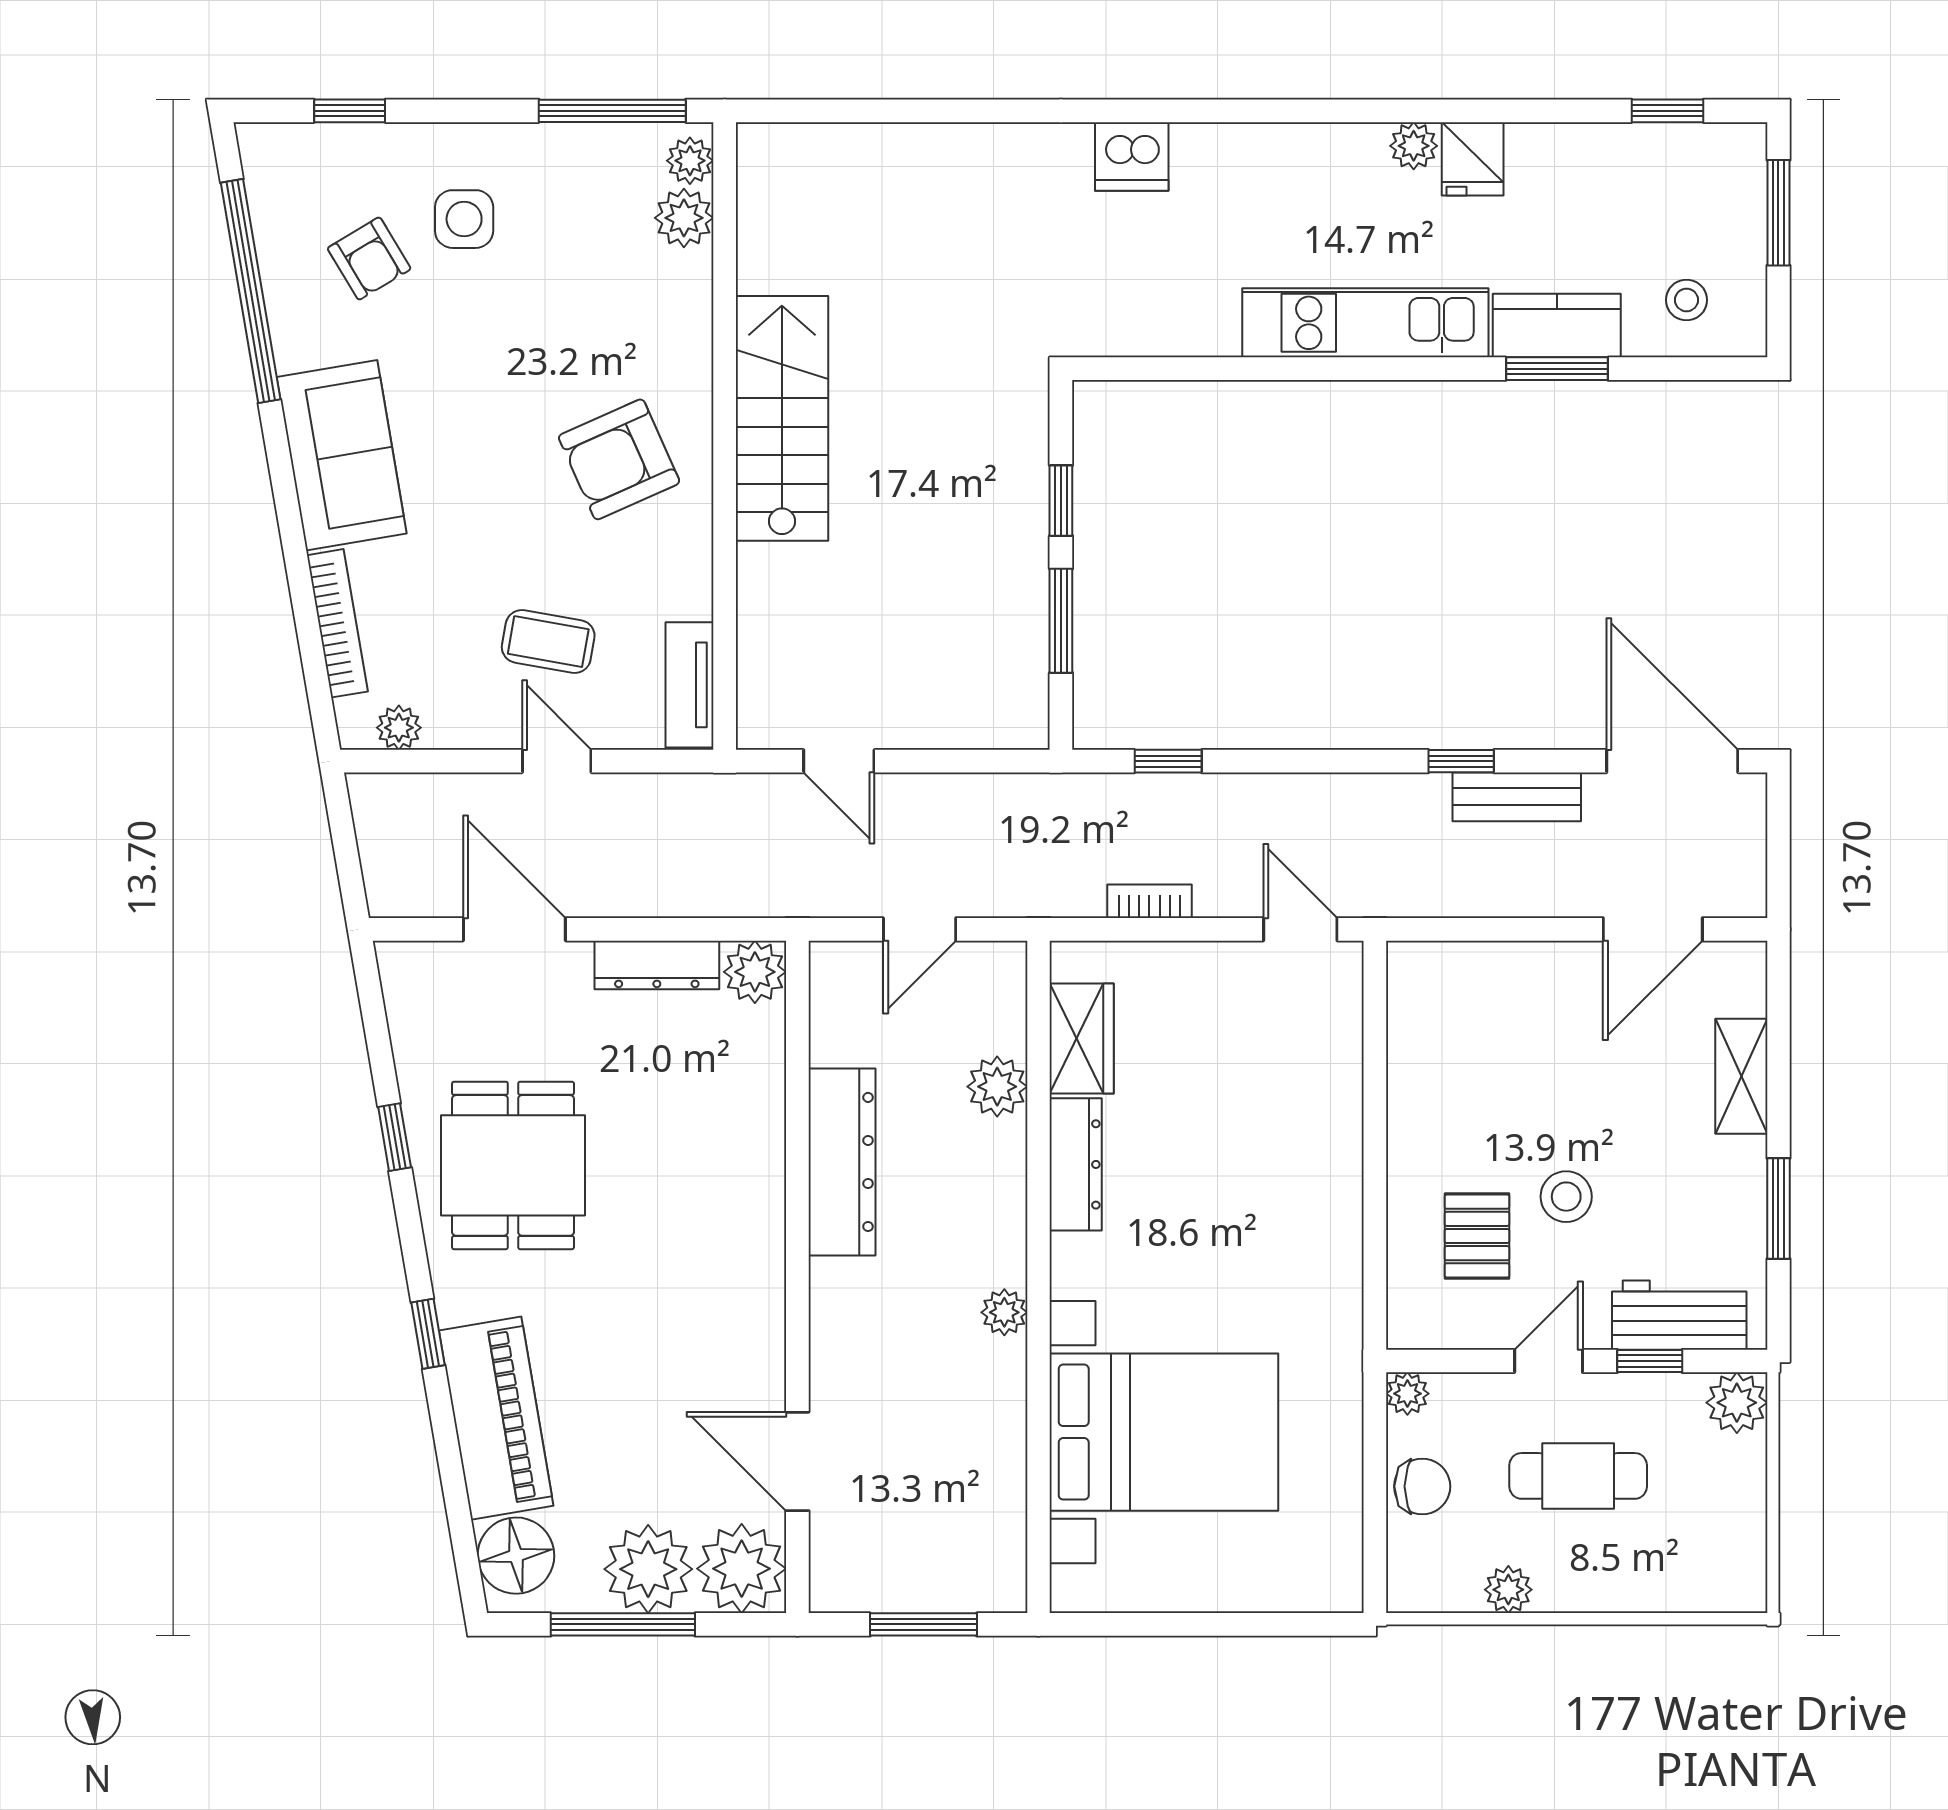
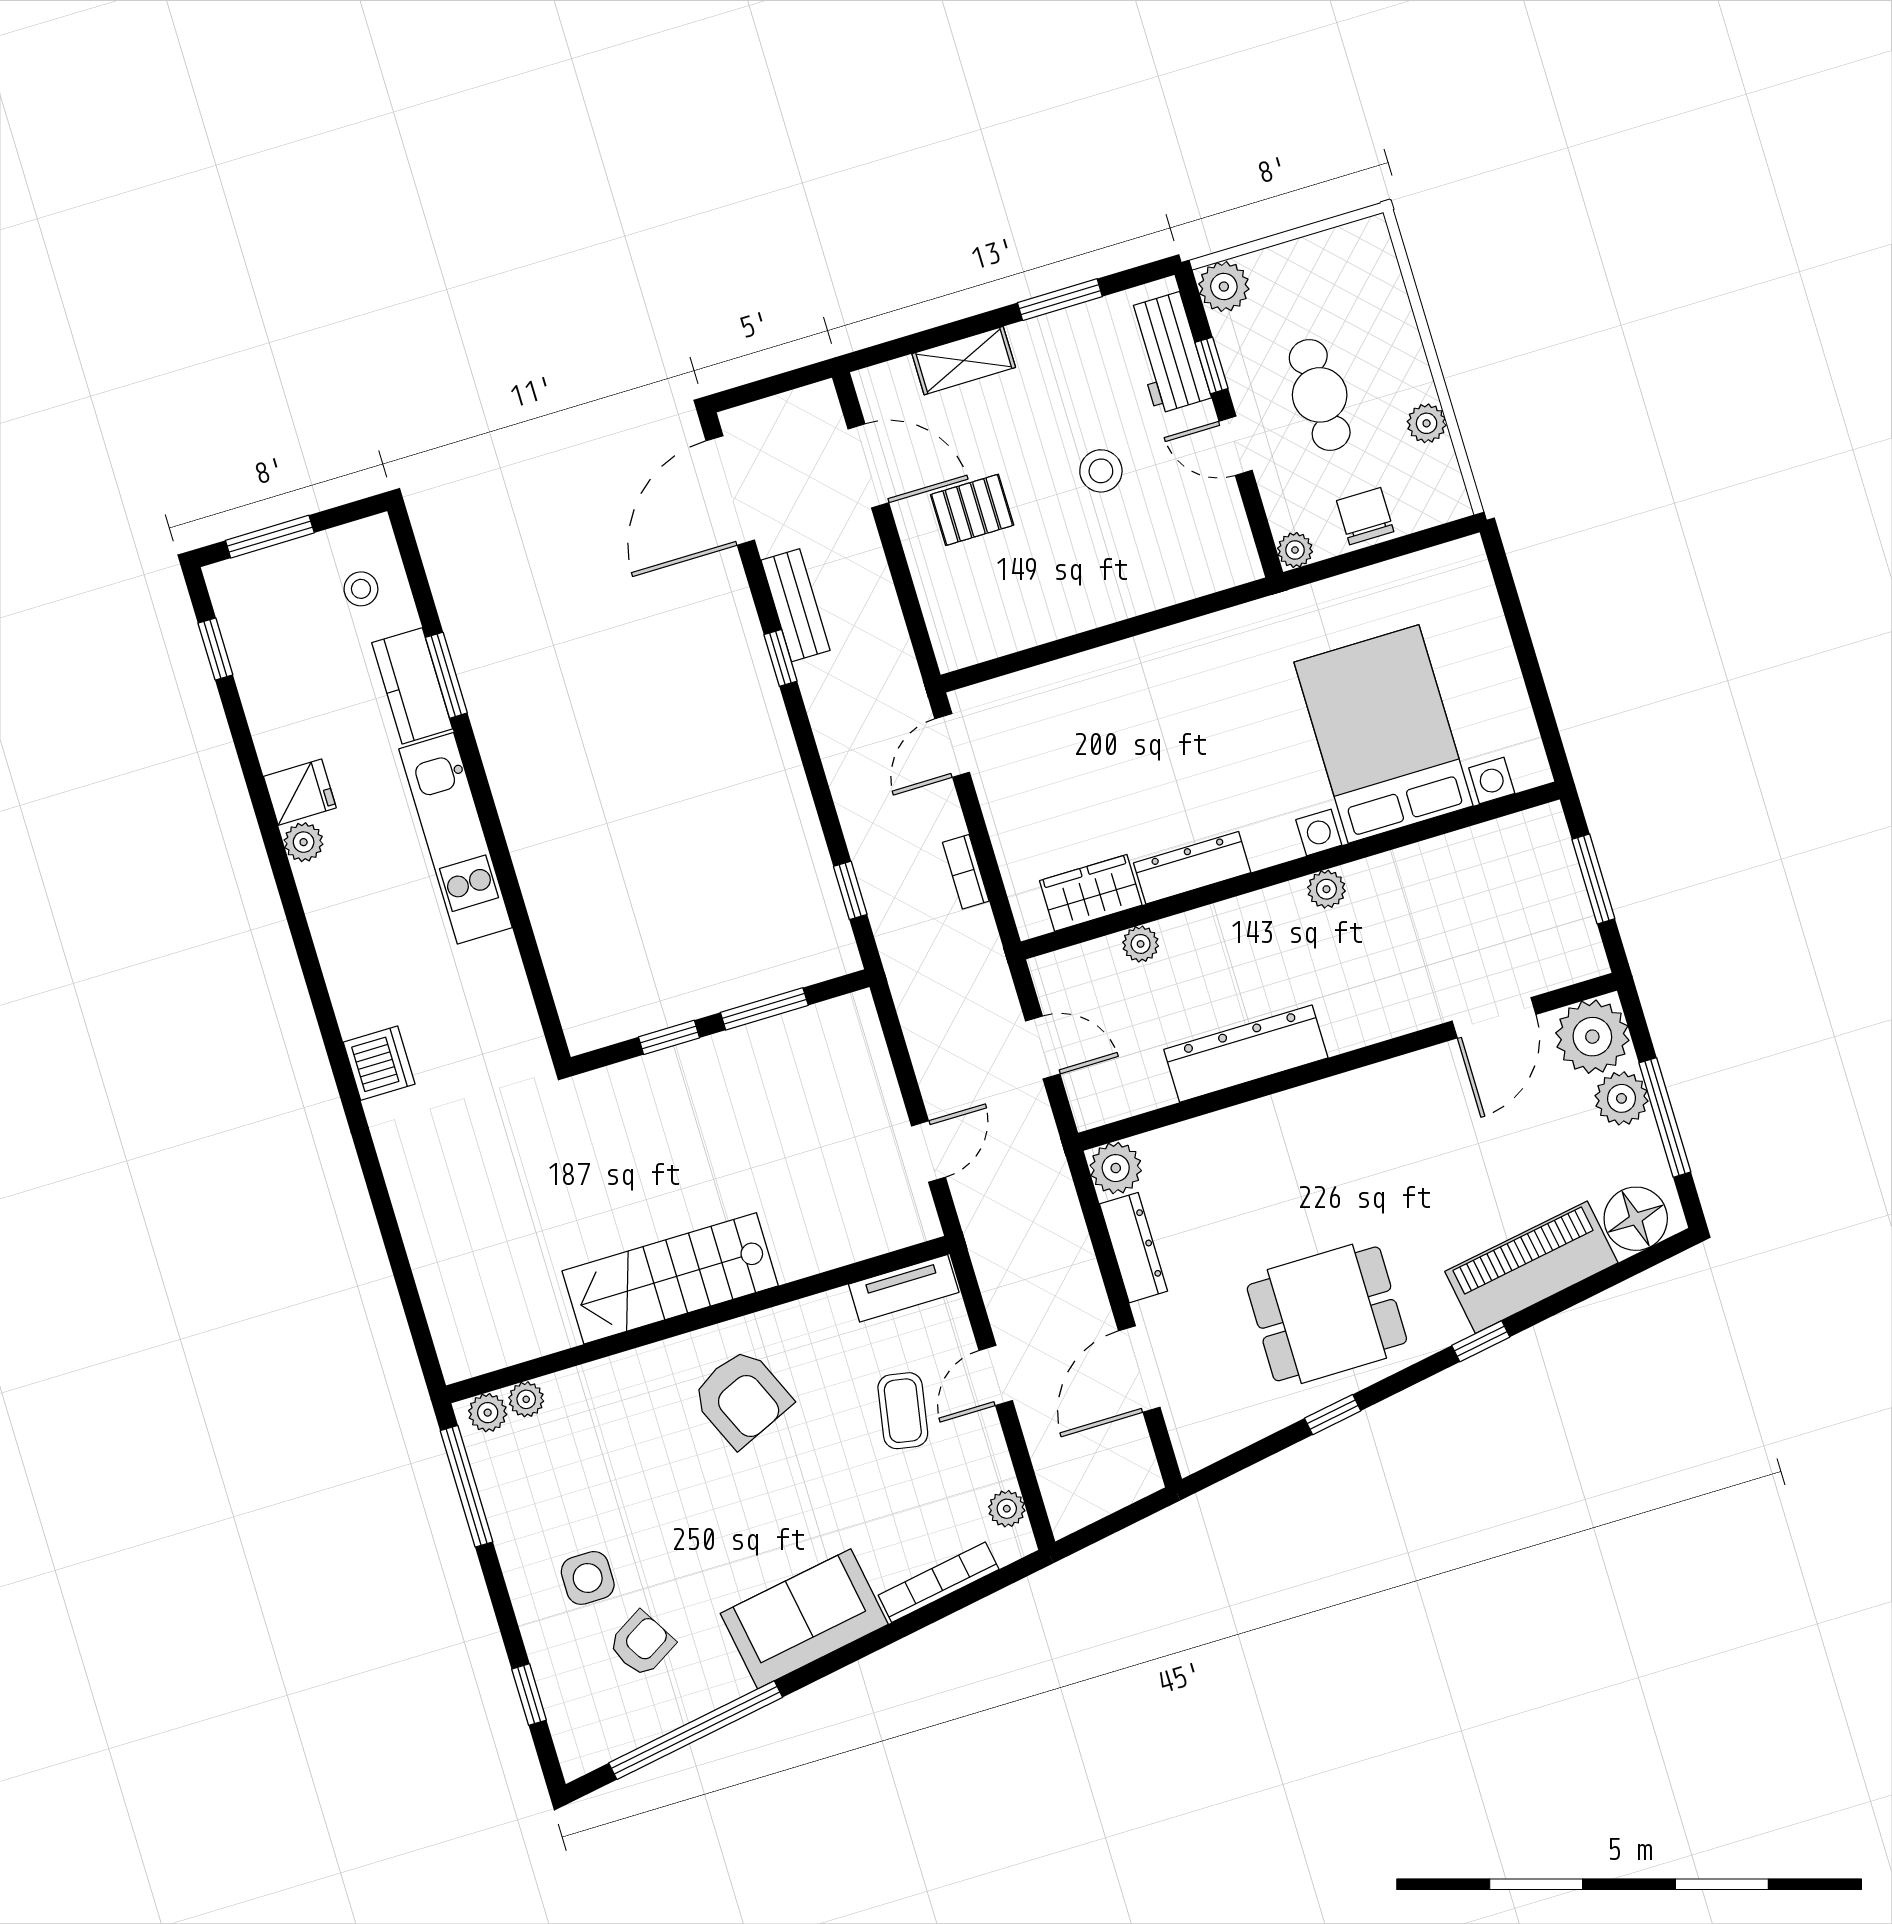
plant: (684, 218) -> (526, 1399), width x0.73, depth x0.73
plant: (997, 1087) -> (1141, 944), width x0.73, depth x0.73
pallet: (1477, 1236) -> (972, 510), moved
plant: (648, 1569) -> (1621, 1098), width x0.73, depth x0.73

